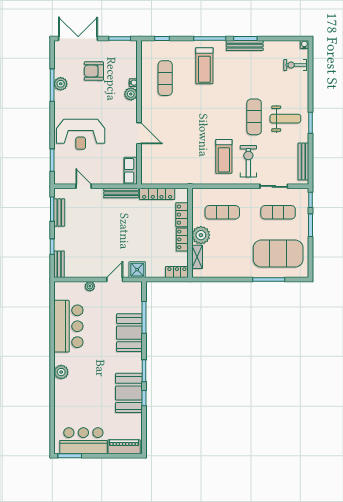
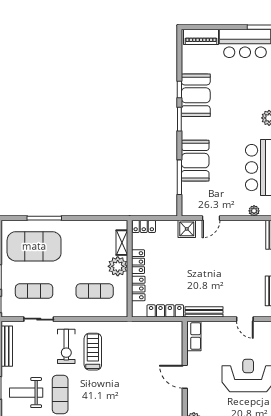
plant: (90, 286) -> (254, 211), moved

